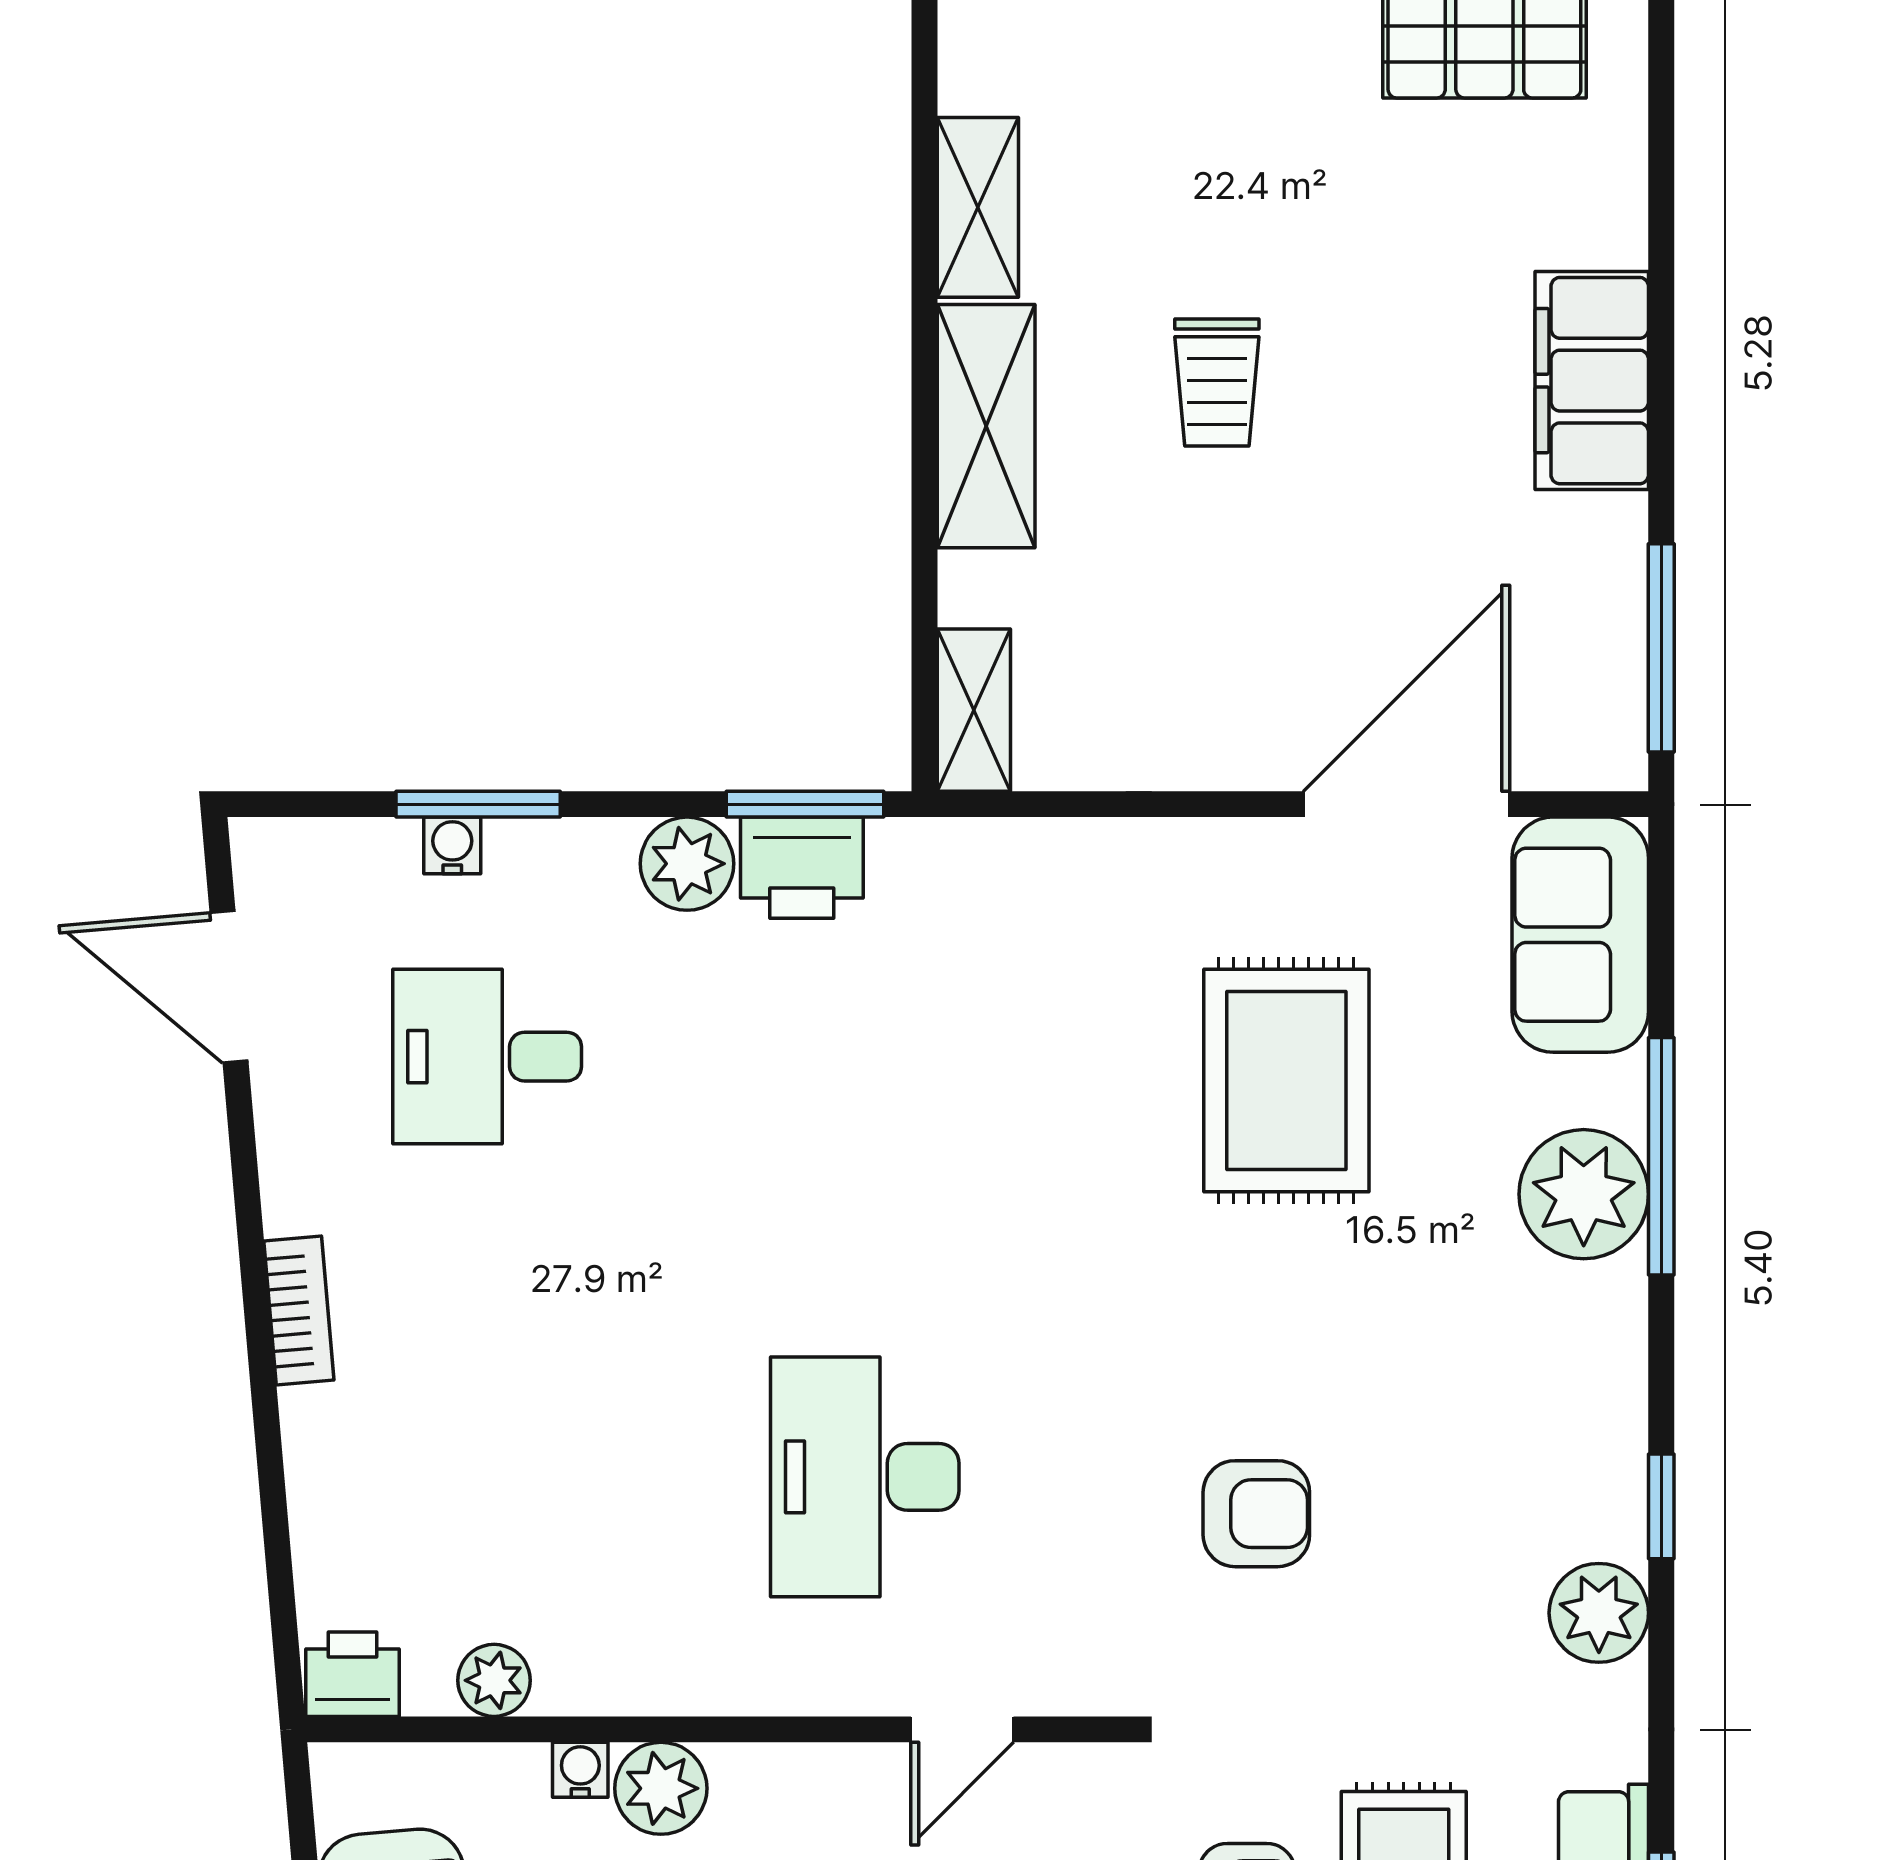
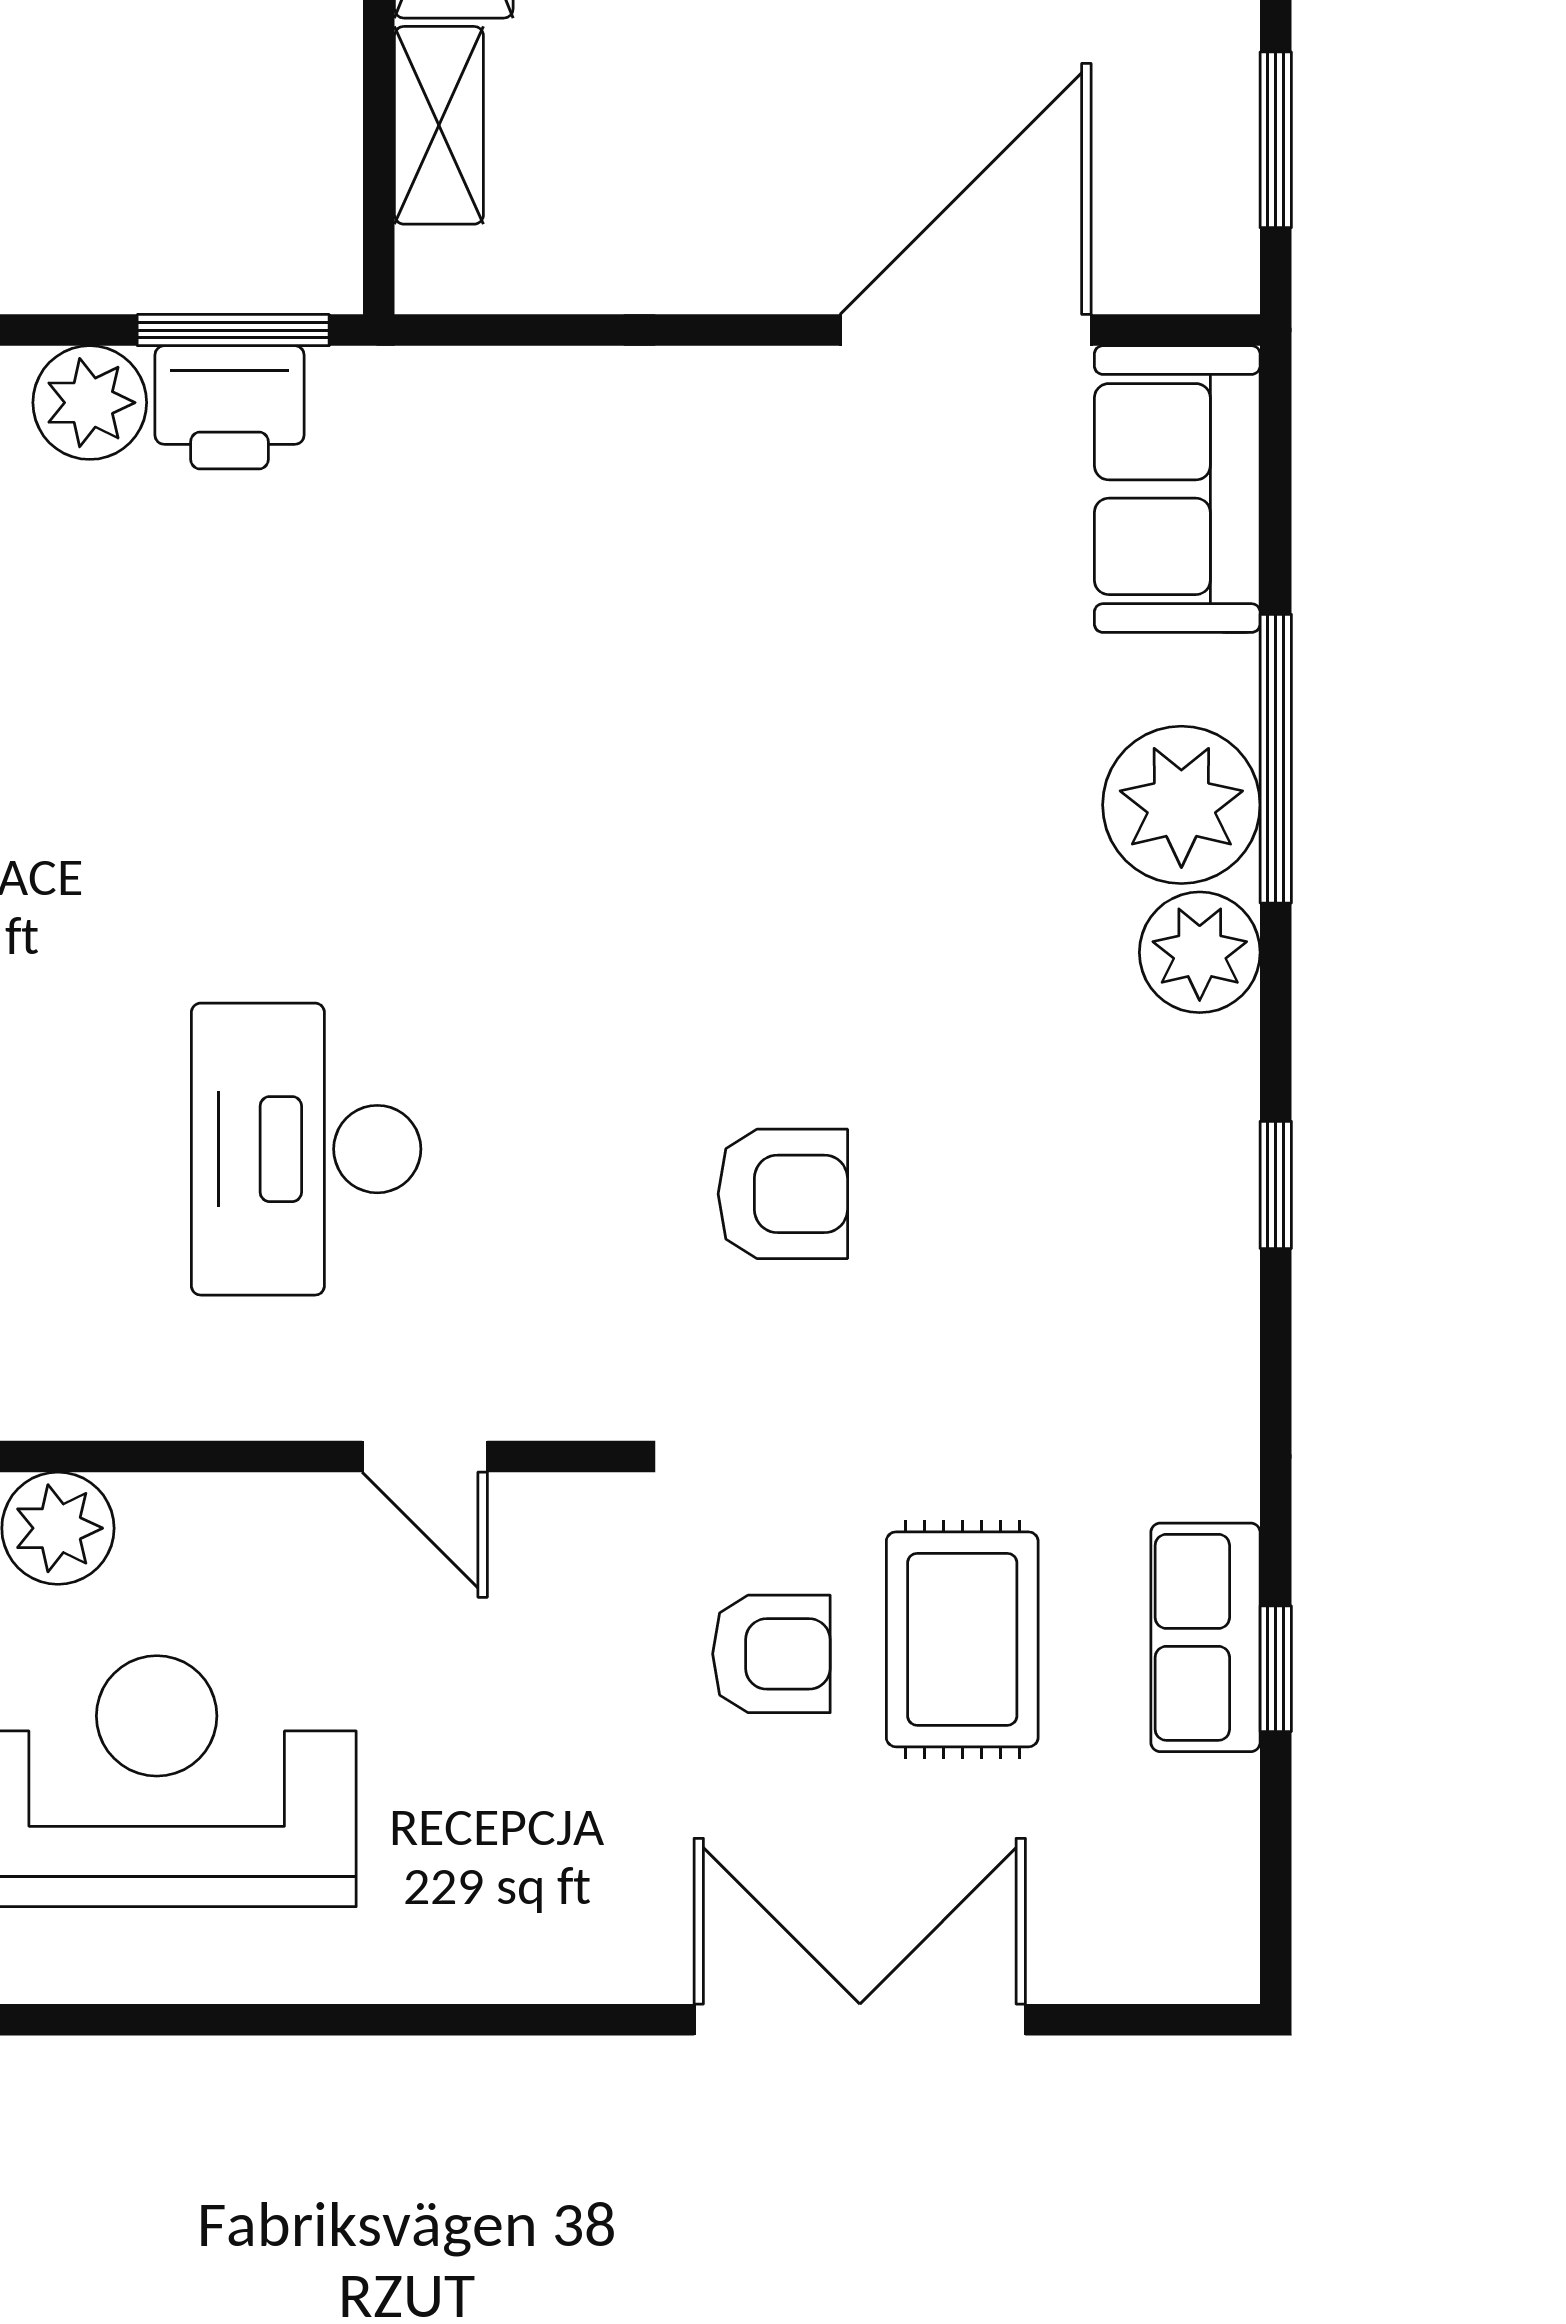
window: (1661, 648) -> (1276, 140), width x0.69
shelving: (974, 710) -> (439, 125), moved
rug: (1286, 1080) -> (819, 667), removed
plant: (1599, 1613) -> (1200, 952), moved
door: (962, 1729) -> (425, 1456), hinge flipped

